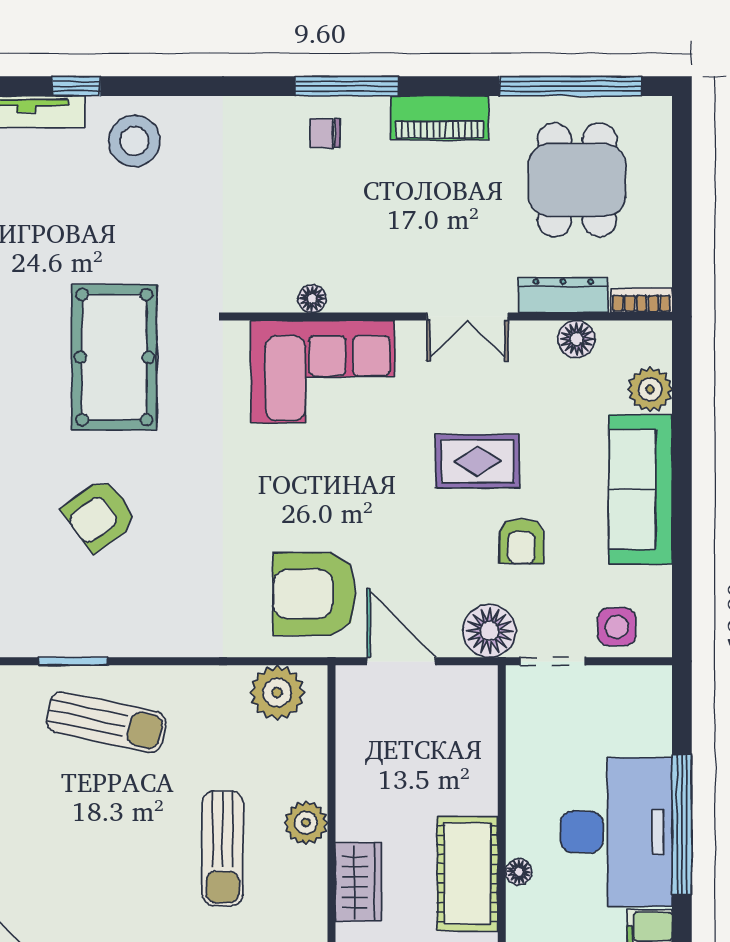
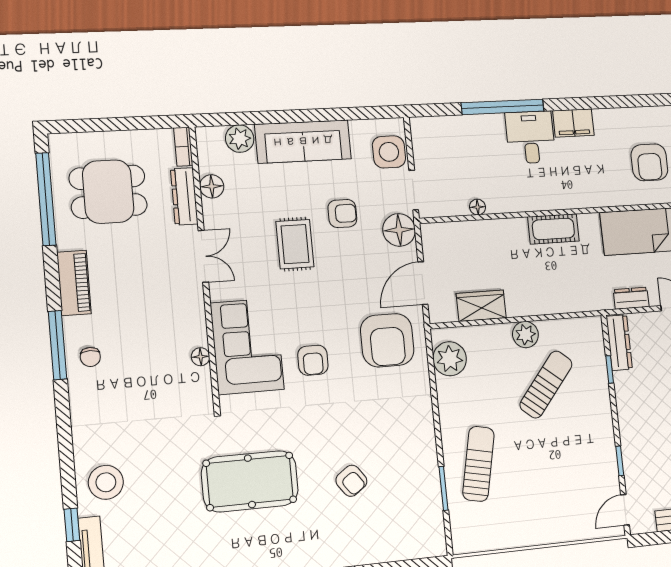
armchair: (293, 472) -> (313, 360), added
armchair: (100, 515) -> (351, 481), width x0.72, depth x0.72
side table: (617, 627) -> (389, 152), width x1.37, depth x1.37
desk: (616, 832) -> (530, 137), width x0.53, depth x0.77
sun lounger: (223, 848) -> (546, 384), turned -51
floor lamp: (519, 872) -> (478, 207), moved
cot: (467, 874) -> (553, 229), width x0.73, depth x0.75
wardrobe: (358, 882) -> (481, 306), moved

